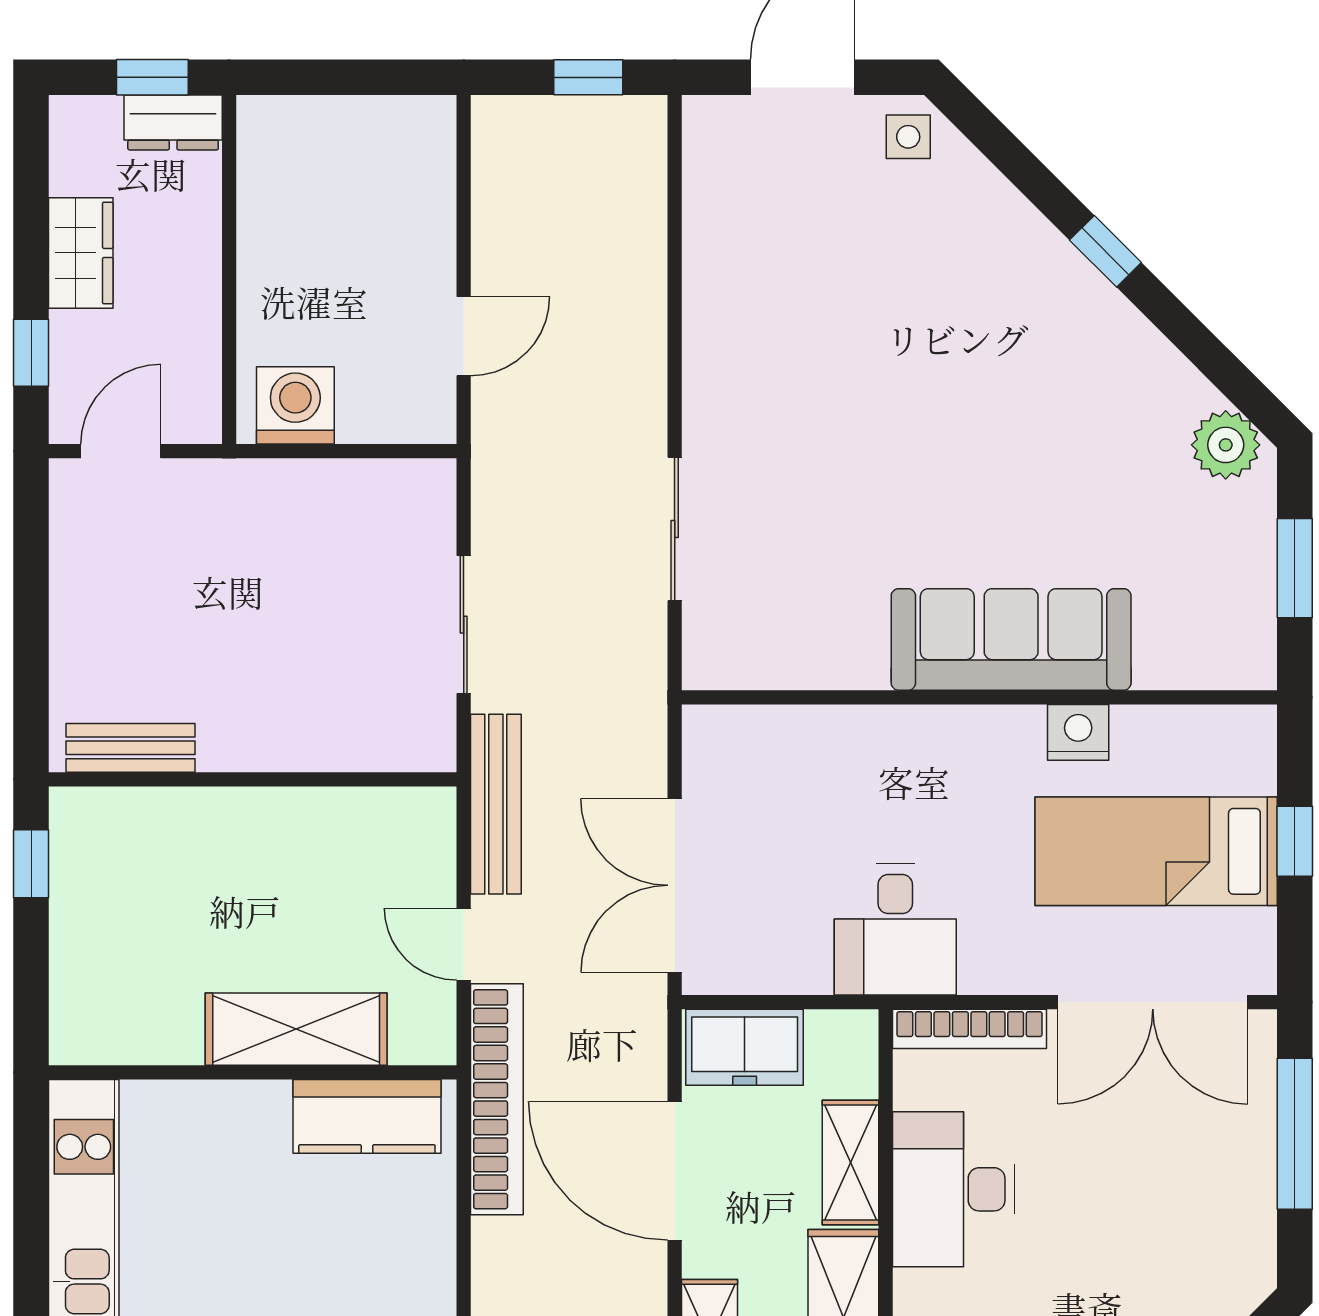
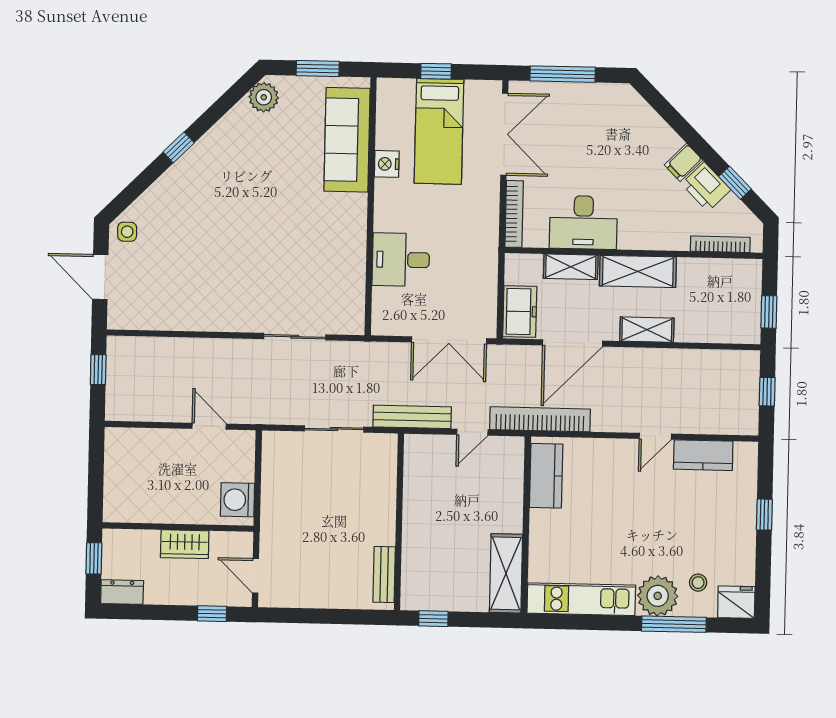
dresser: (173, 122) -> (122, 592), moved, turned -90
wardrobe: (81, 253) -> (185, 544), moved, turned 180
sofa: (1011, 639) -> (347, 140), moved
desk: (895, 929) -> (401, 260), moved, turned 180
shelving: (296, 1029) -> (506, 573), moved

